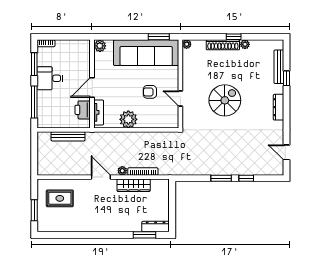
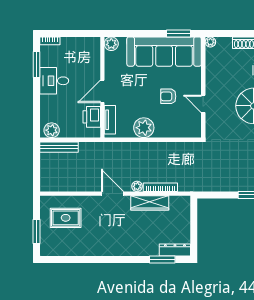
window: (34, 102) -> (36, 108), removed
plant: (48, 122) -> (52, 130), added
bench: (68, 136) -> (59, 147), moved

